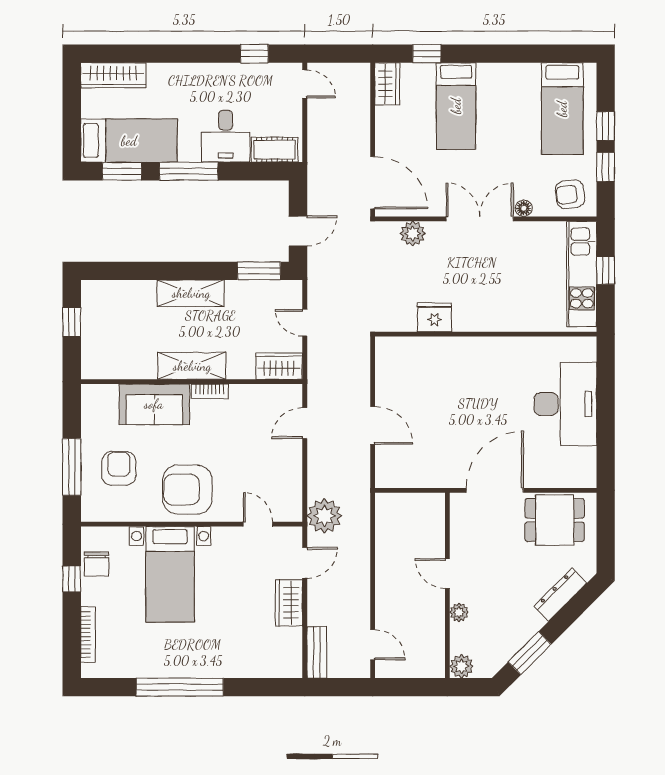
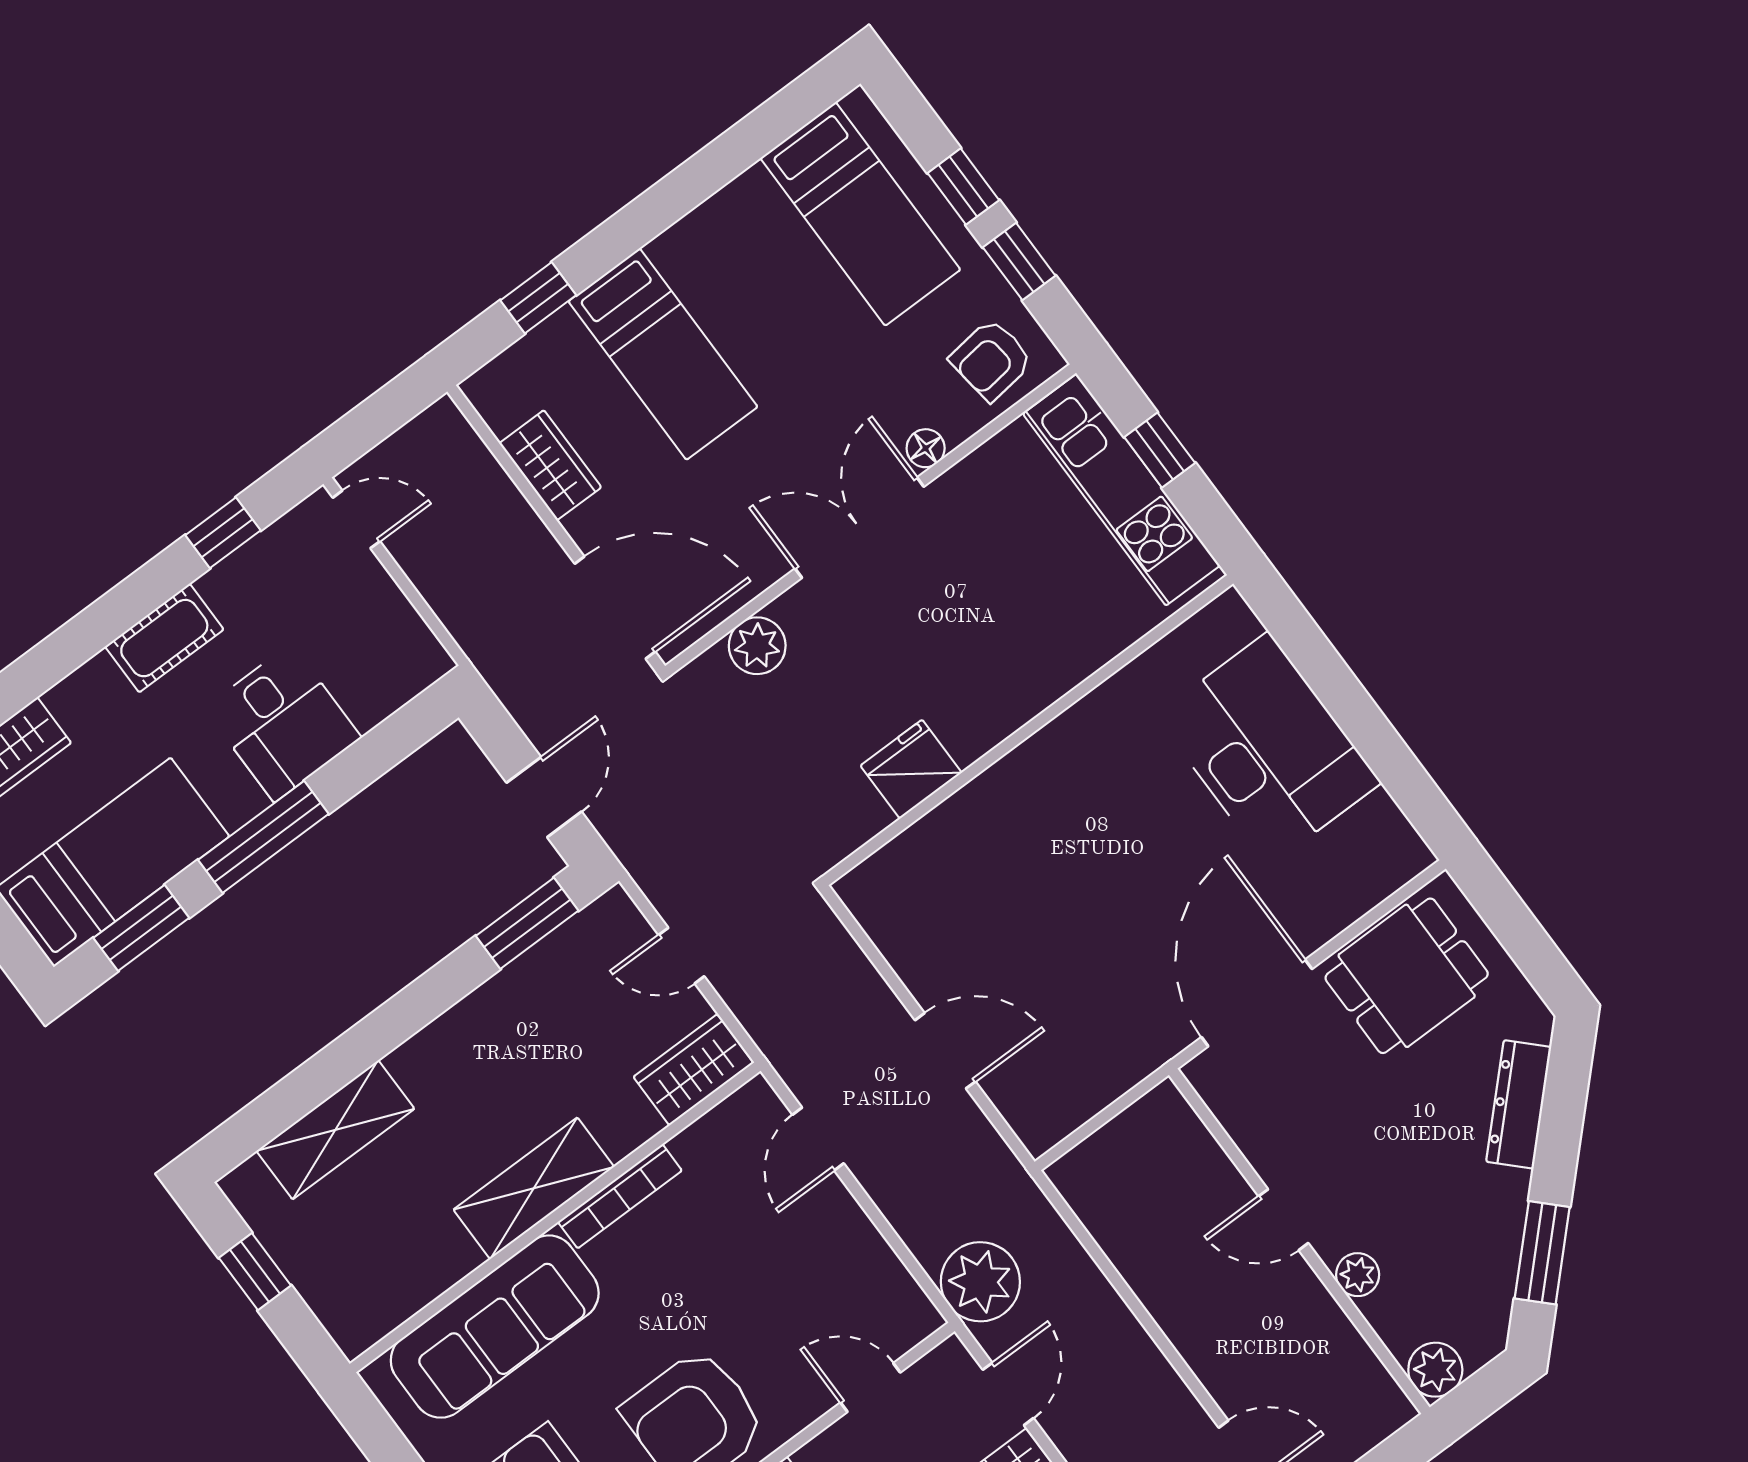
wardrobe: (387, 84) -> (550, 465), moved
cot: (275, 150) -> (164, 638), moved
shelving: (191, 293) -> (335, 1130), moved
bookcase: (210, 391) -> (620, 1196), width x1.56
sofa: (154, 404) -> (495, 1327), width x1.36

